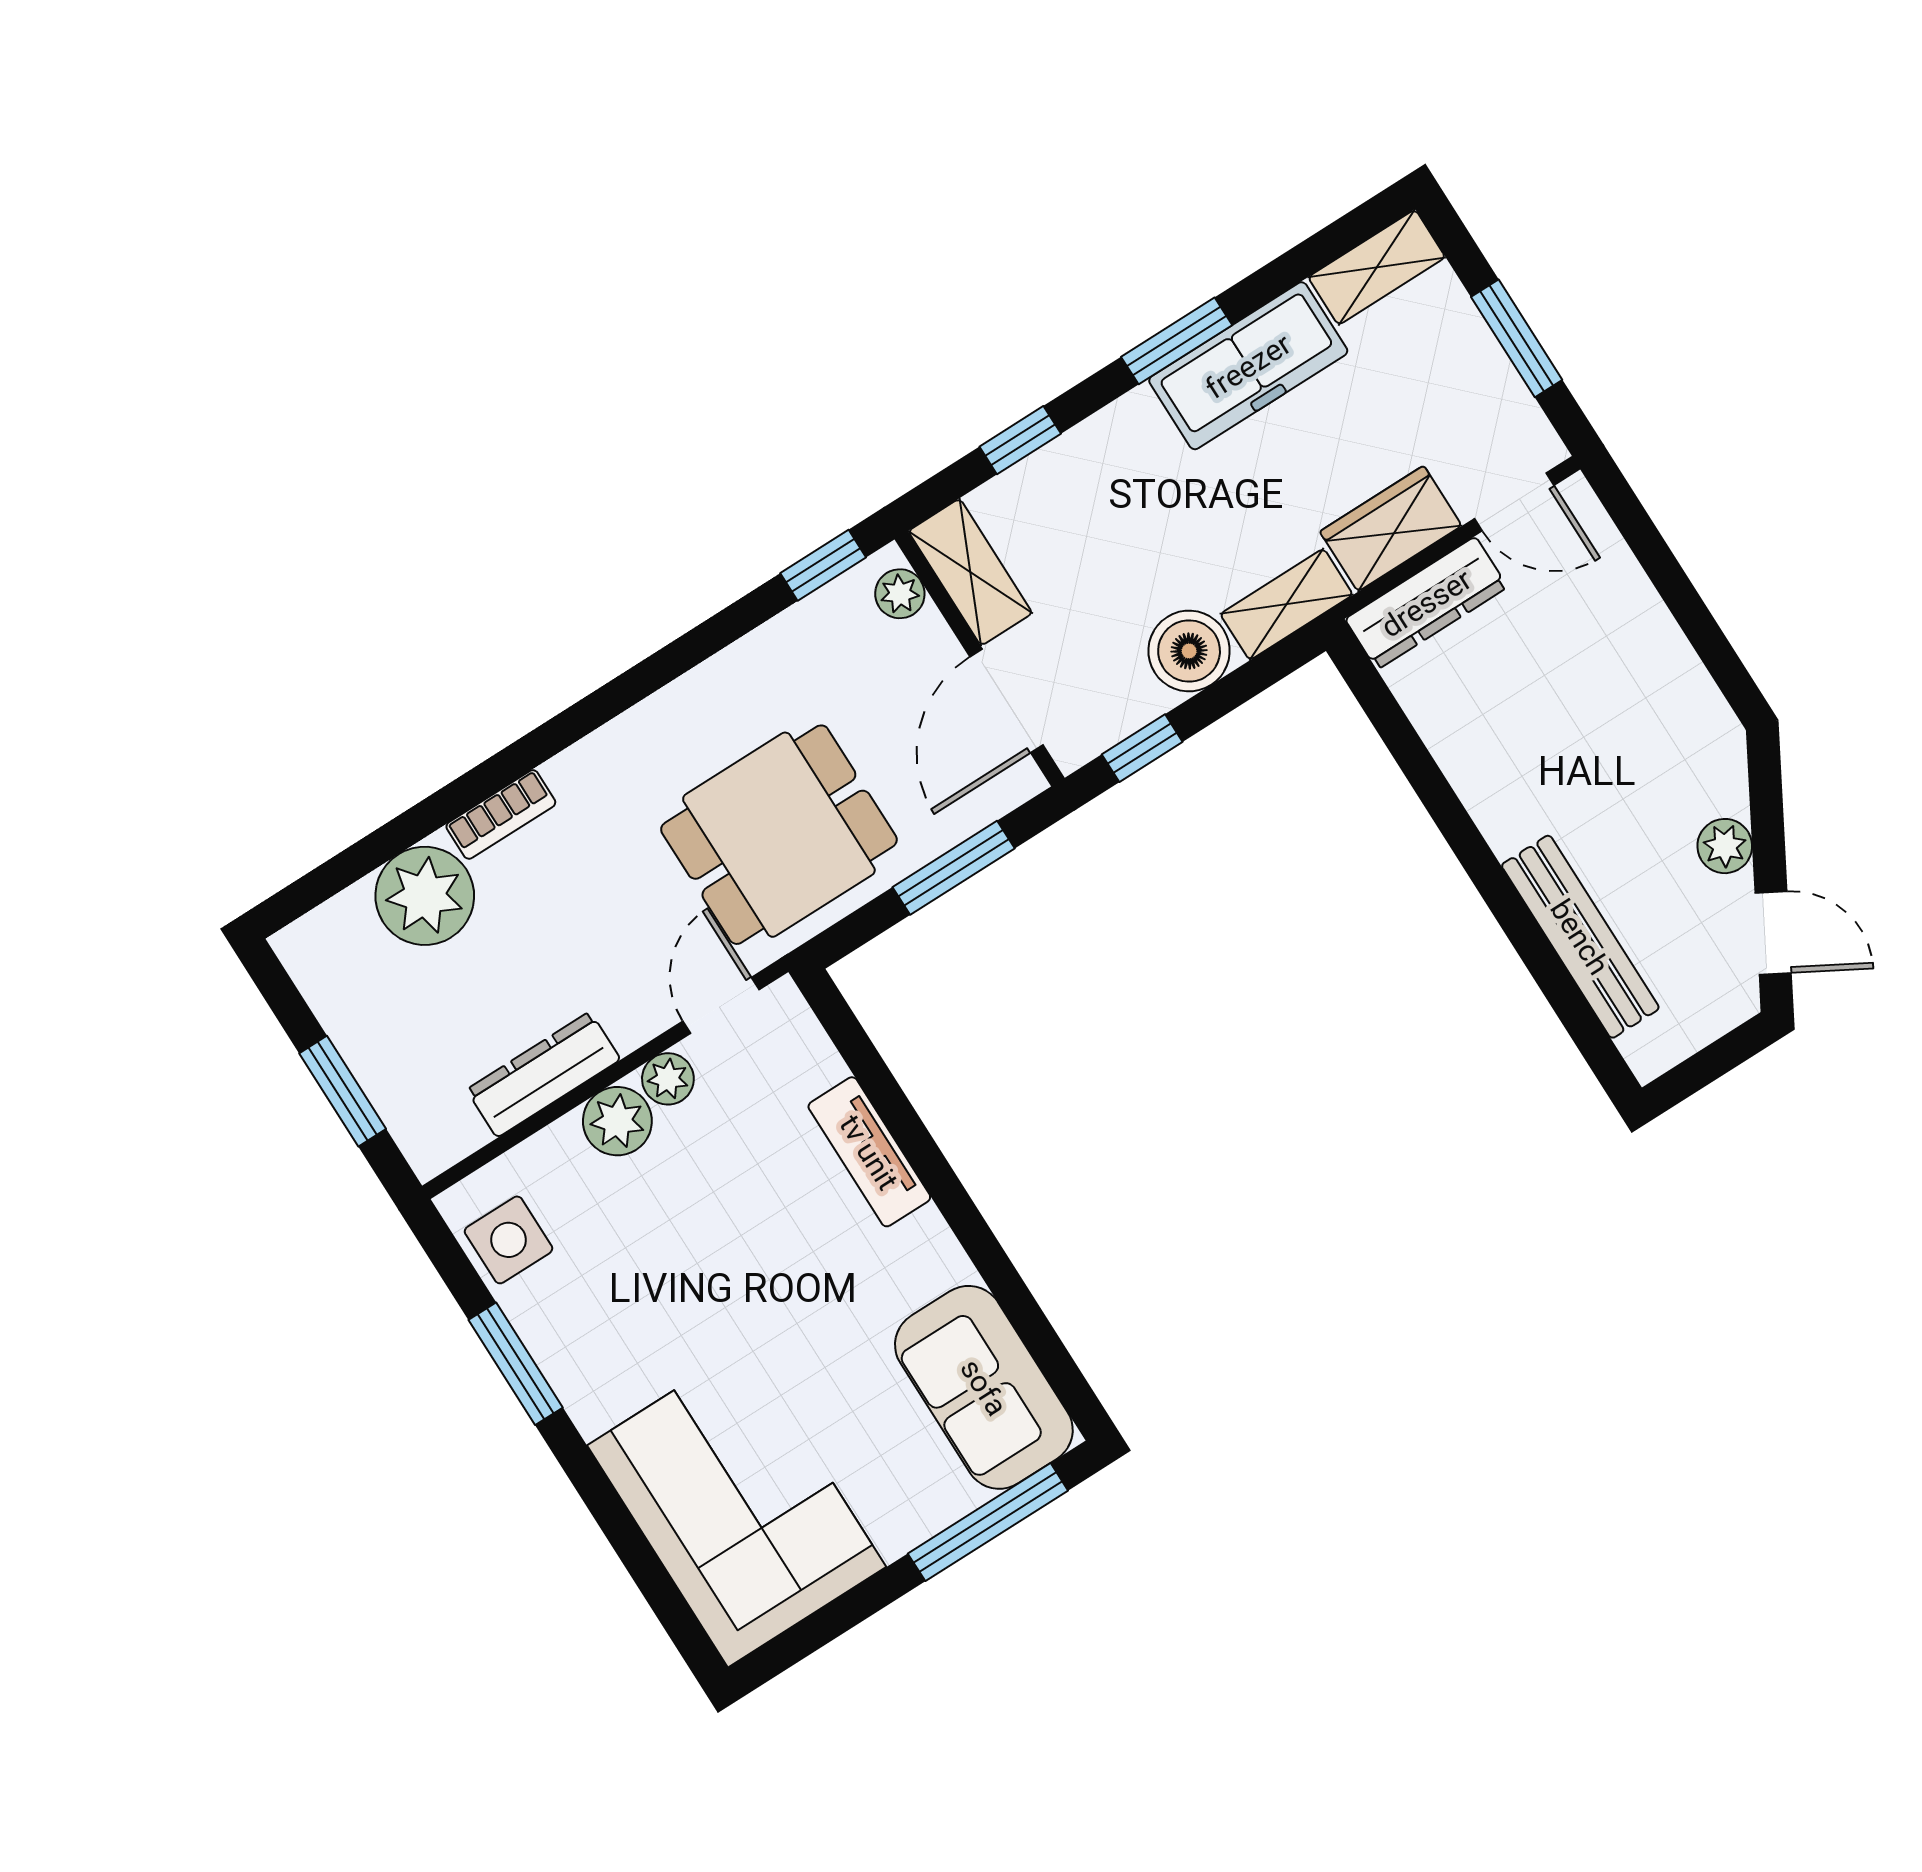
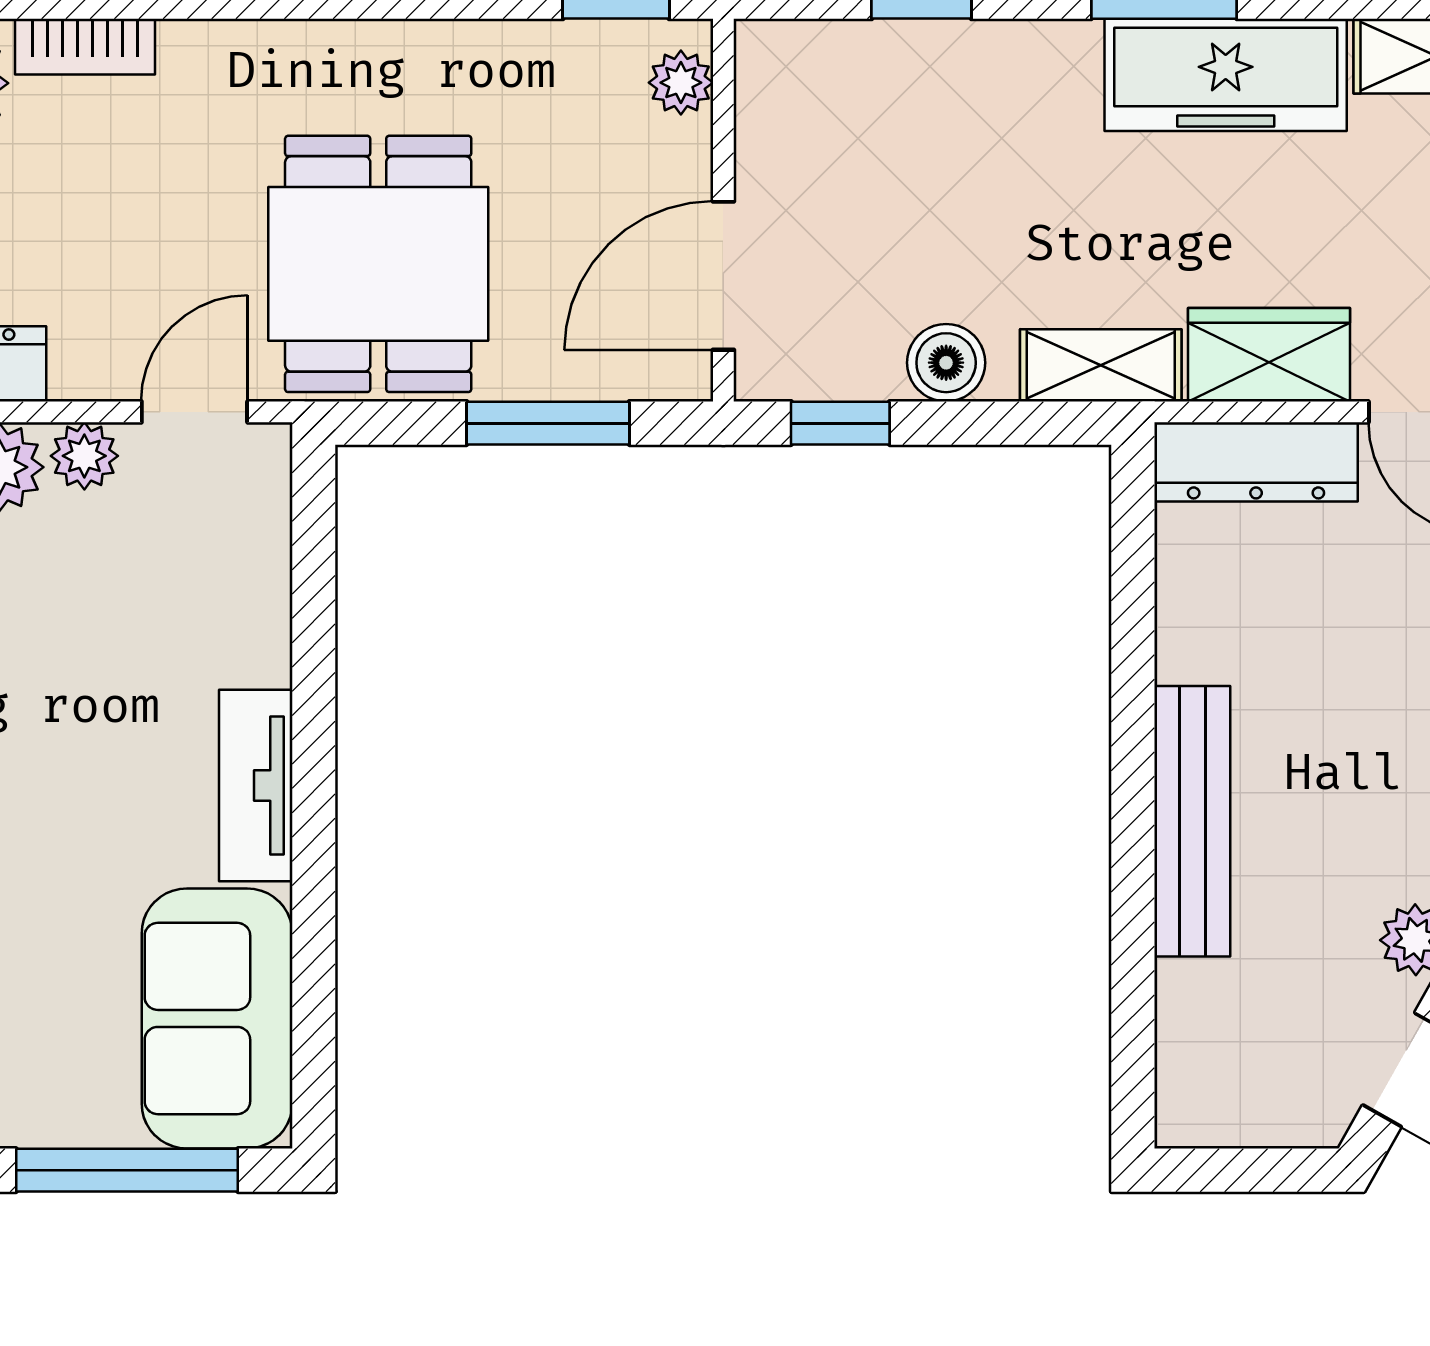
shelving: (970, 572) -> (774, 108), removed
boiler: (1189, 651) -> (946, 363), width x0.73, depth x0.73
dining table: (779, 835) -> (378, 264), turned 90
bench: (1580, 937) -> (1192, 821), moved
tv unit: (869, 1152) -> (256, 786), moved

